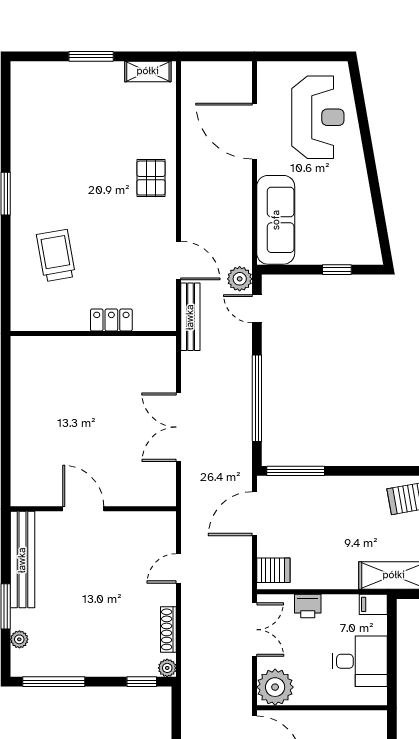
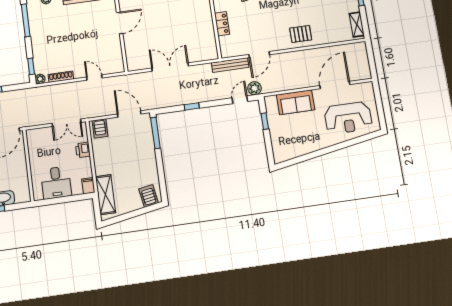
sofa: (276, 220) -> (296, 102), width x0.73
window: (337, 270) -> (265, 121), moved
window: (257, 398) -> (192, 106), width x0.32
plant: (275, 687) -> (37, 138), removed

